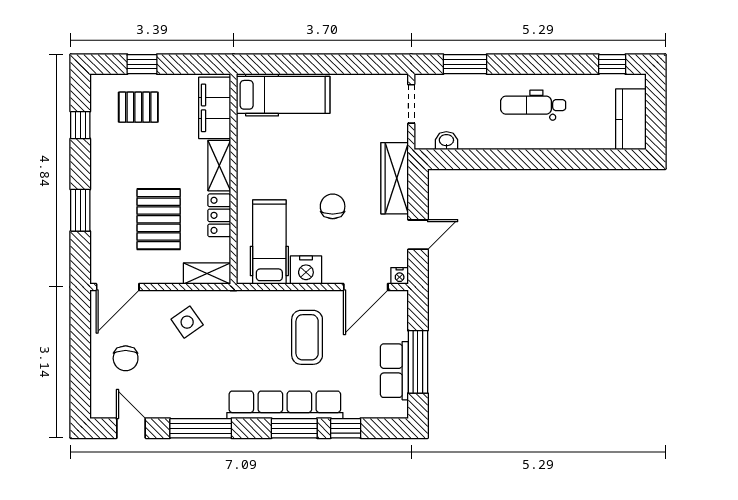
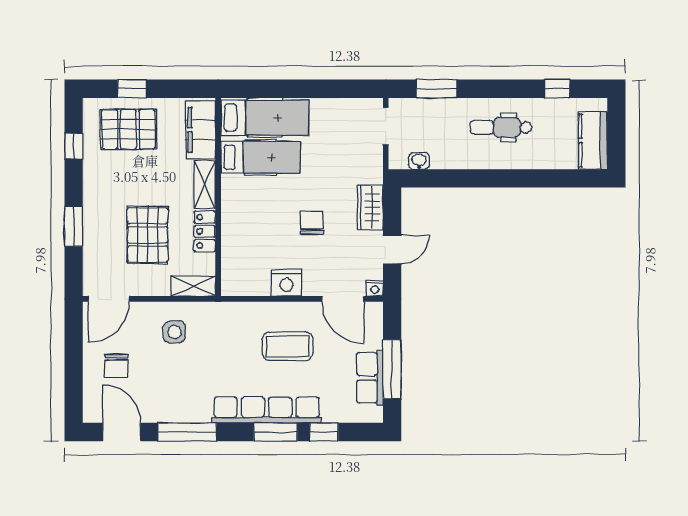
window: (612, 64) -> (557, 89), moved
pallet: (138, 107) -> (128, 129), width x1.50, depth x1.42
wardrobe: (395, 178) -> (370, 207), width x0.67
hospital bed: (269, 242) -> (261, 157), moved, turned 90
door: (366, 287) -> (343, 299), hinge flipped
side table: (187, 322) -> (174, 332), turned 35
coffee table: (307, 337) -> (288, 346), turned 90
door: (131, 428) -> (122, 432), width x1.38

